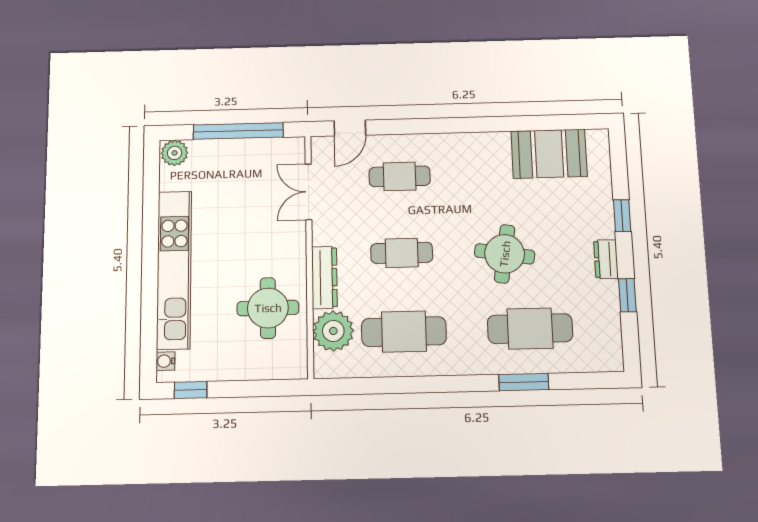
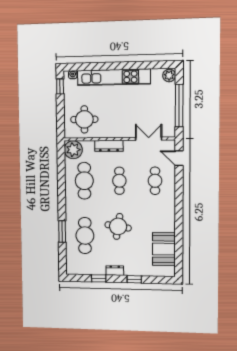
round table: (268, 308) -> (84, 119), moved
plant: (333, 331) -> (73, 150), moved

